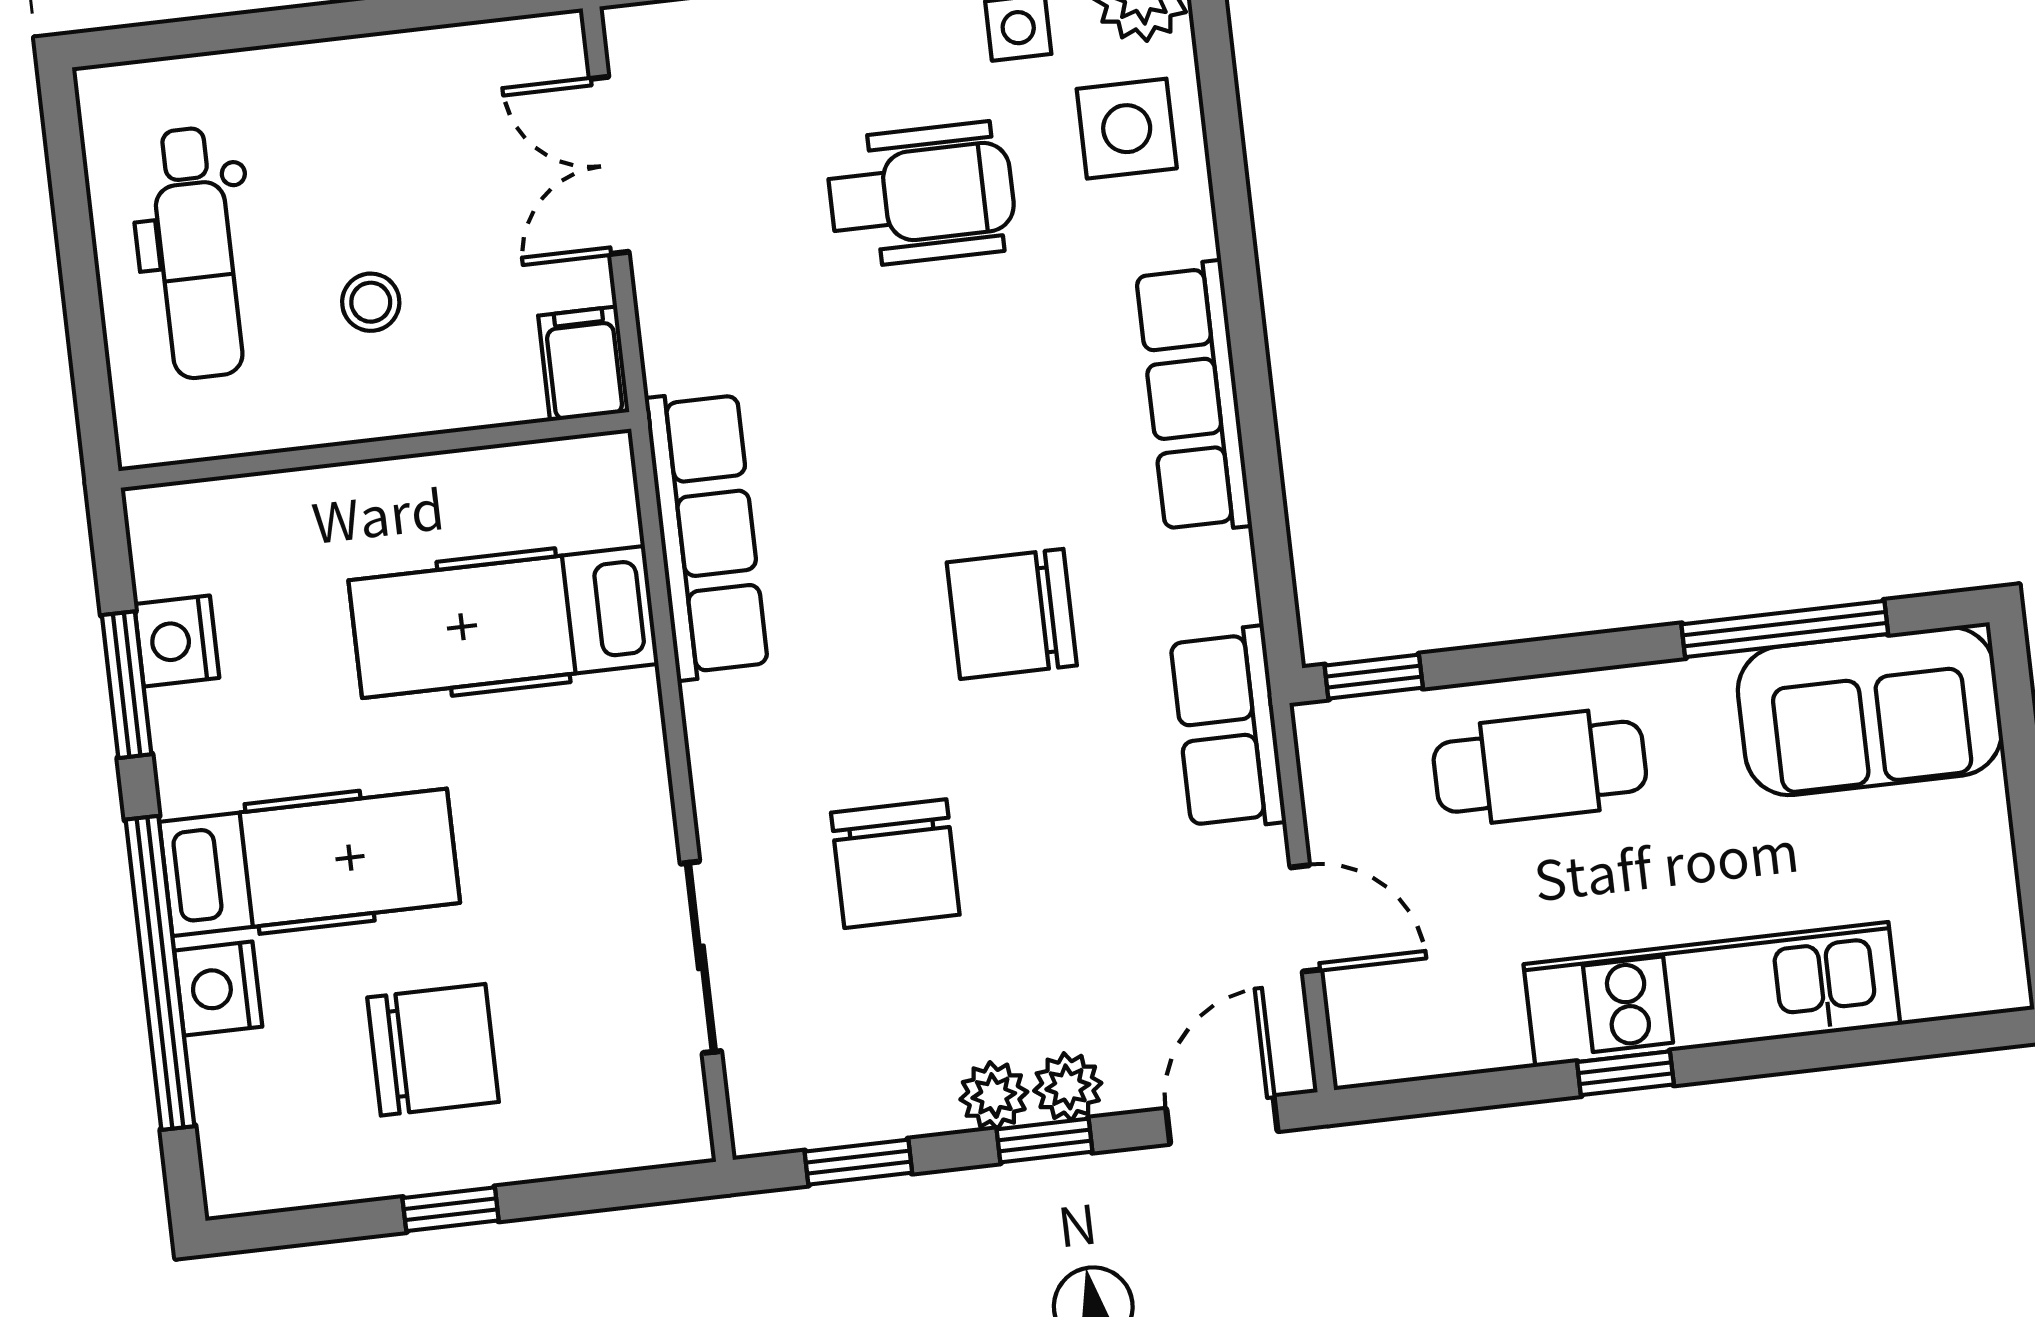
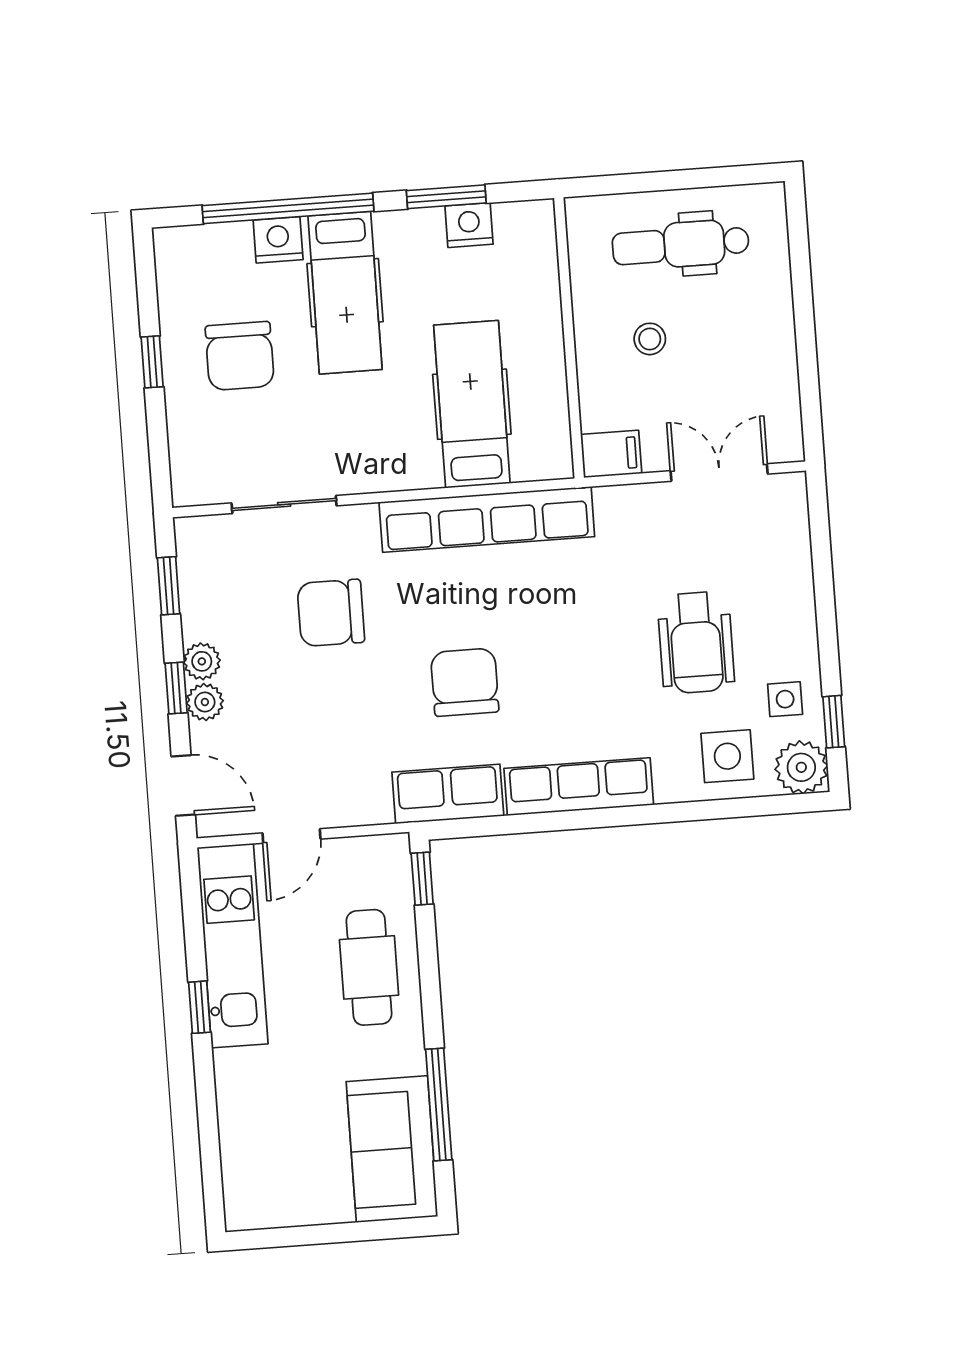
row of seats: (707, 534) -> (487, 519), width x1.36
row of seats: (1228, 729) -> (448, 794), moved
kitchen unit: (1712, 994) -> (233, 946), moved

